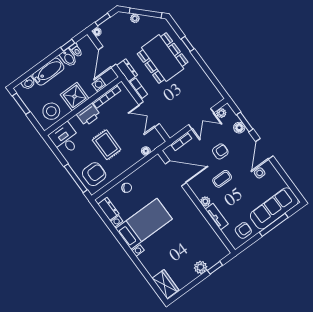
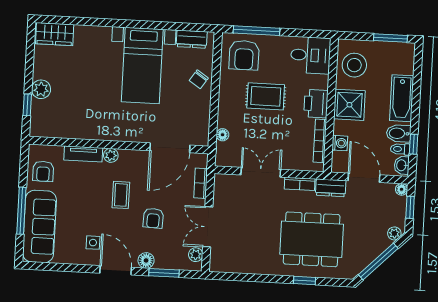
plant: (135, 18) -> (394, 233), moved
washbasin: (28, 83) -> (402, 165), moved
floor lamp: (239, 128) -> (146, 260), moved

